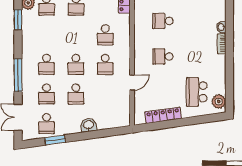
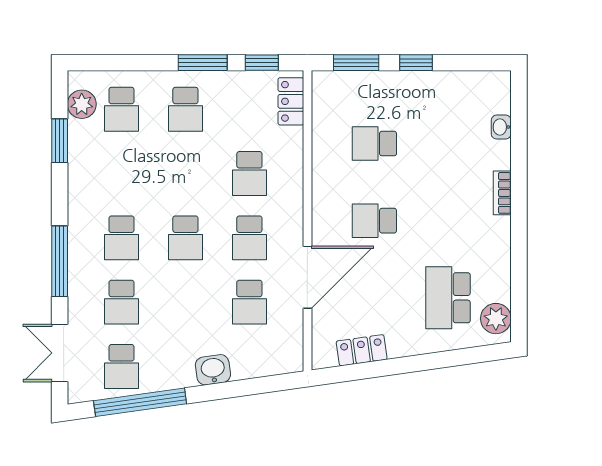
washbasin: (221, 27) -> (501, 127), moved
door: (132, 82) -> (307, 277), width x1.88
school desk: (76, 94) -> (249, 302), moved
locker: (163, 115) -> (362, 350), width x0.66
window: (55, 140) -> (140, 402), width x2.11

